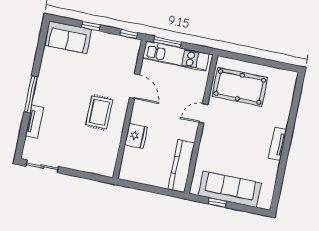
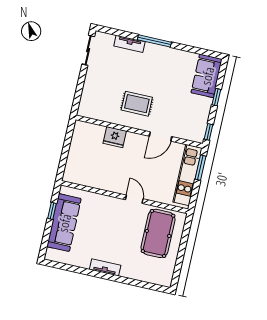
kitchen counter: (181, 166) -> (86, 178), removed

